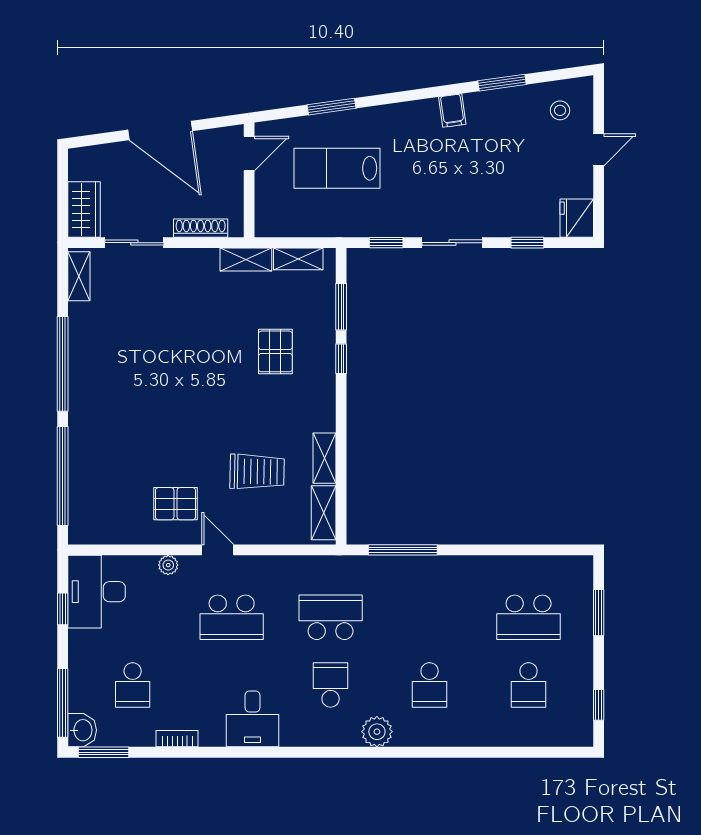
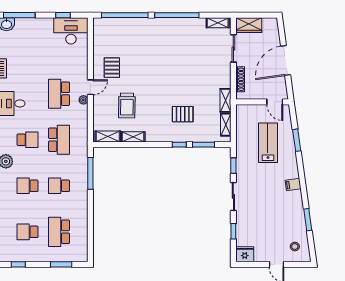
filing cabinet: (452, 111) -> (293, 184), moved
plant: (168, 565) -> (83, 100), moved
school desk: (133, 685) -> (59, 186), moved

